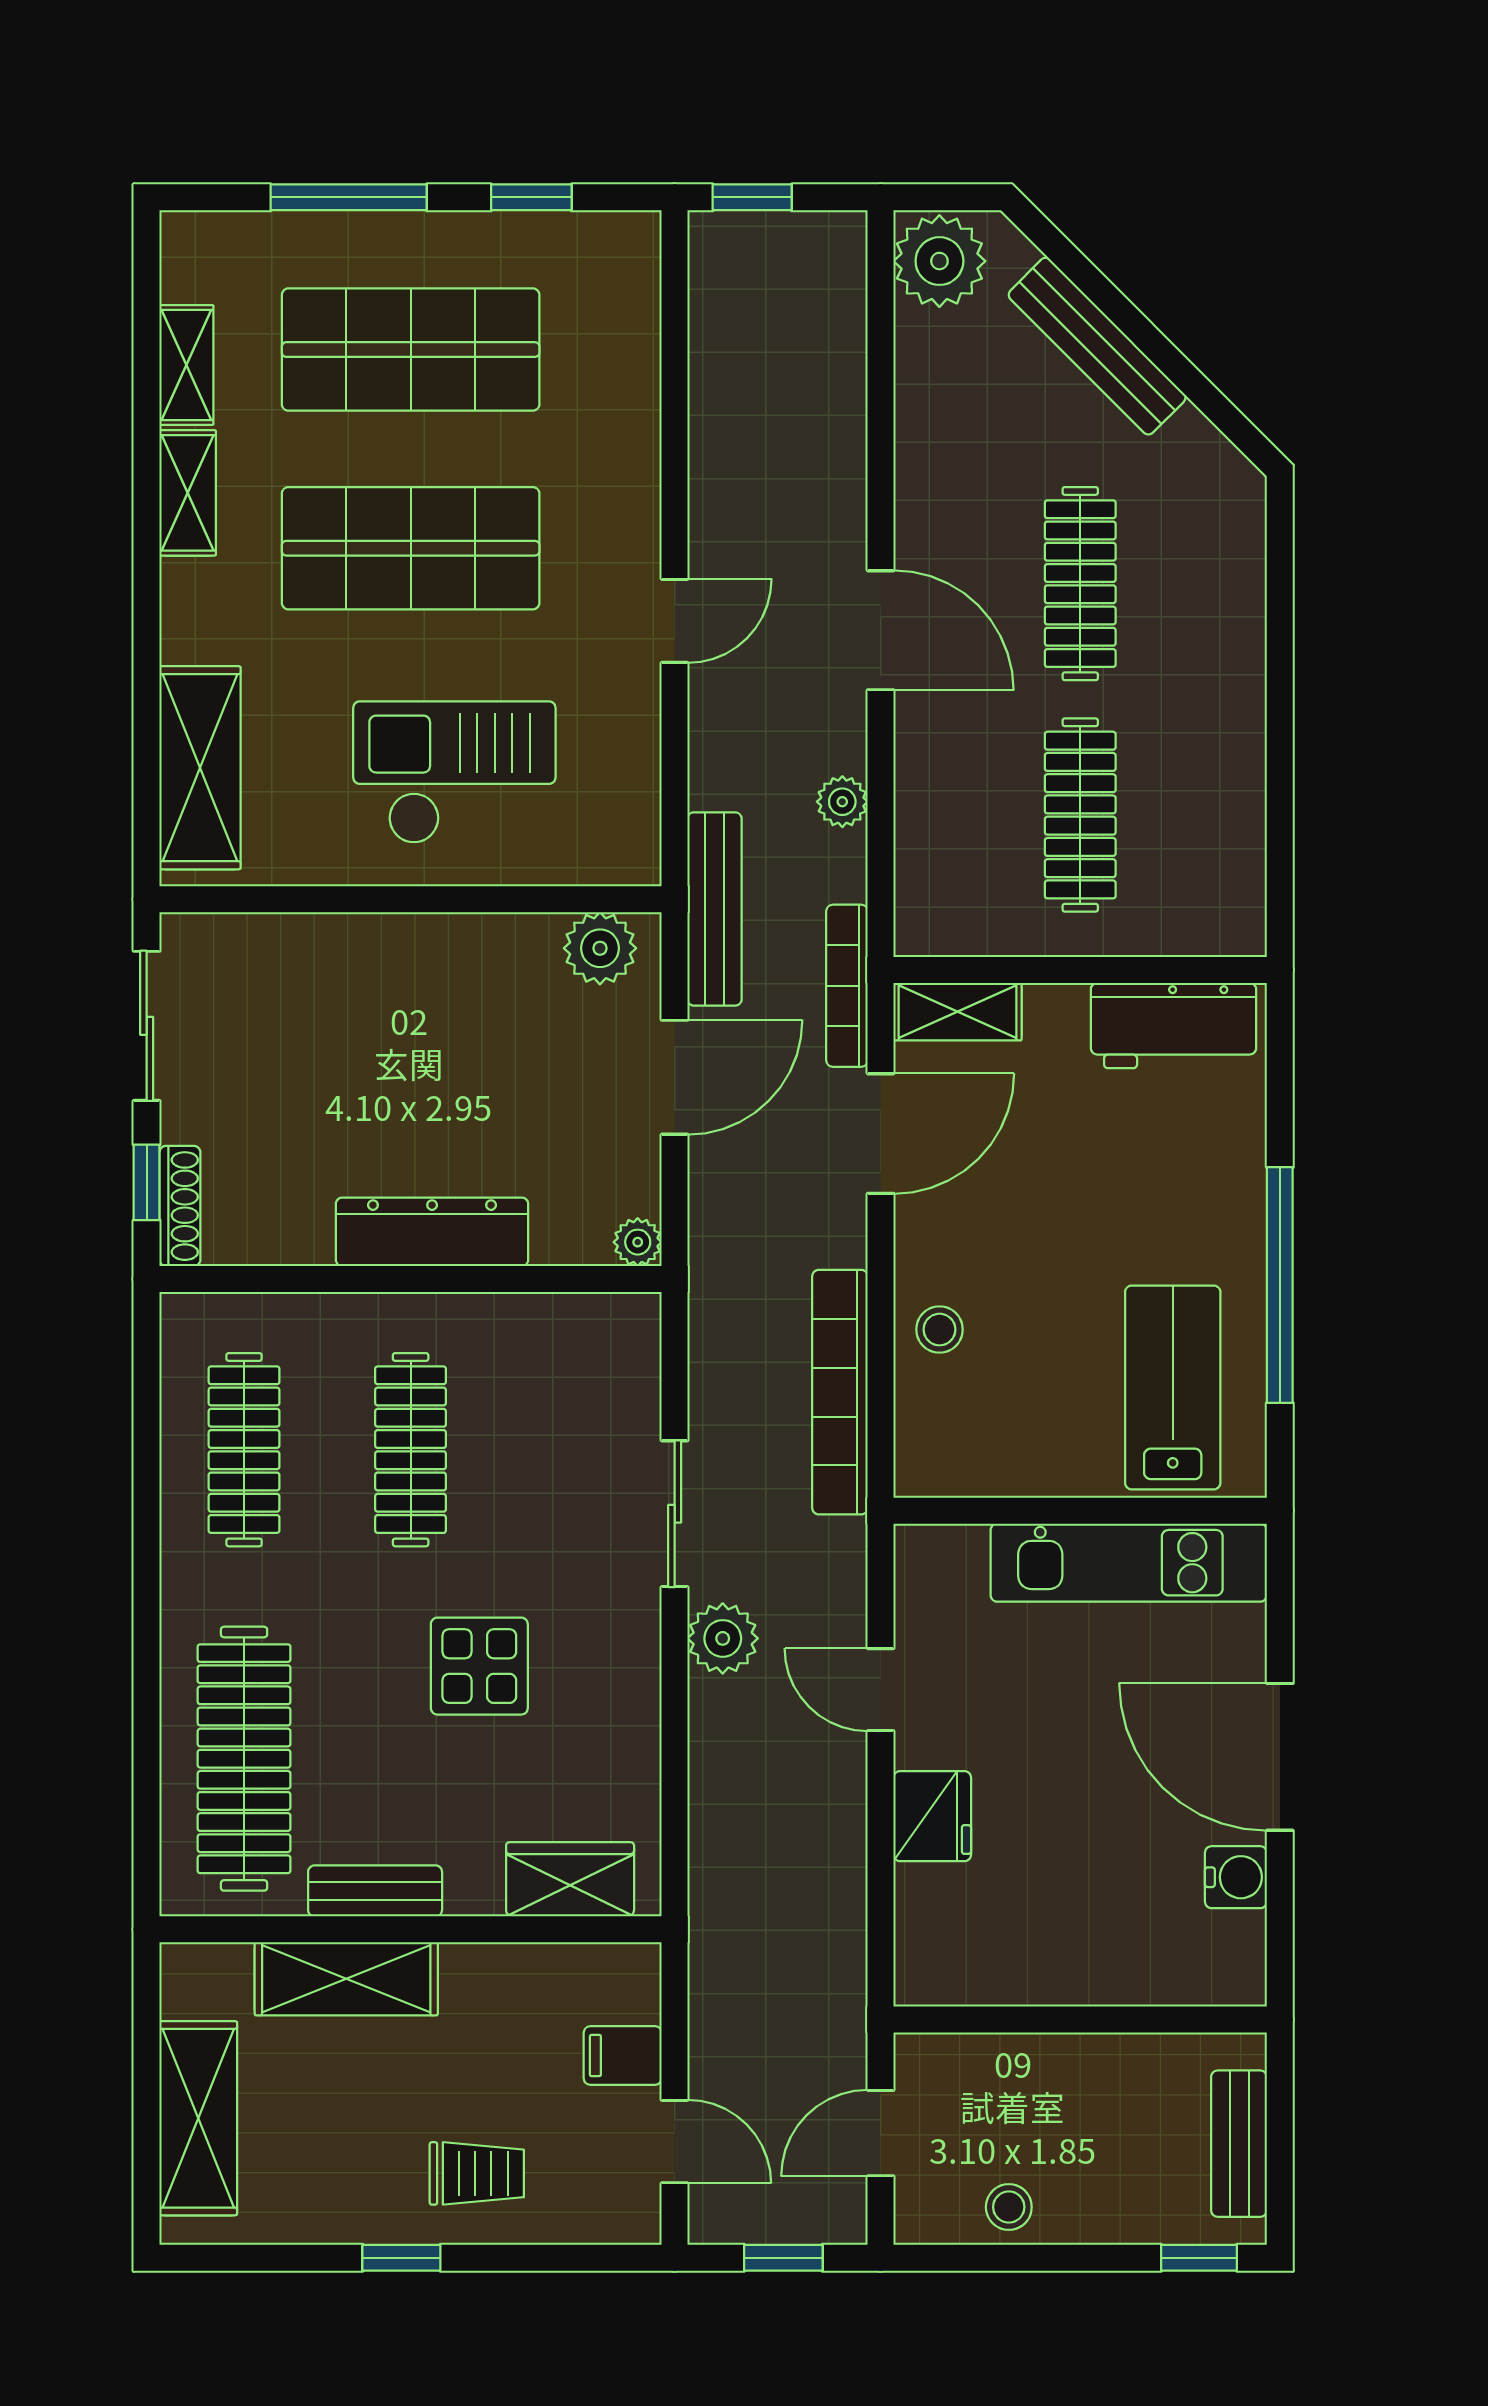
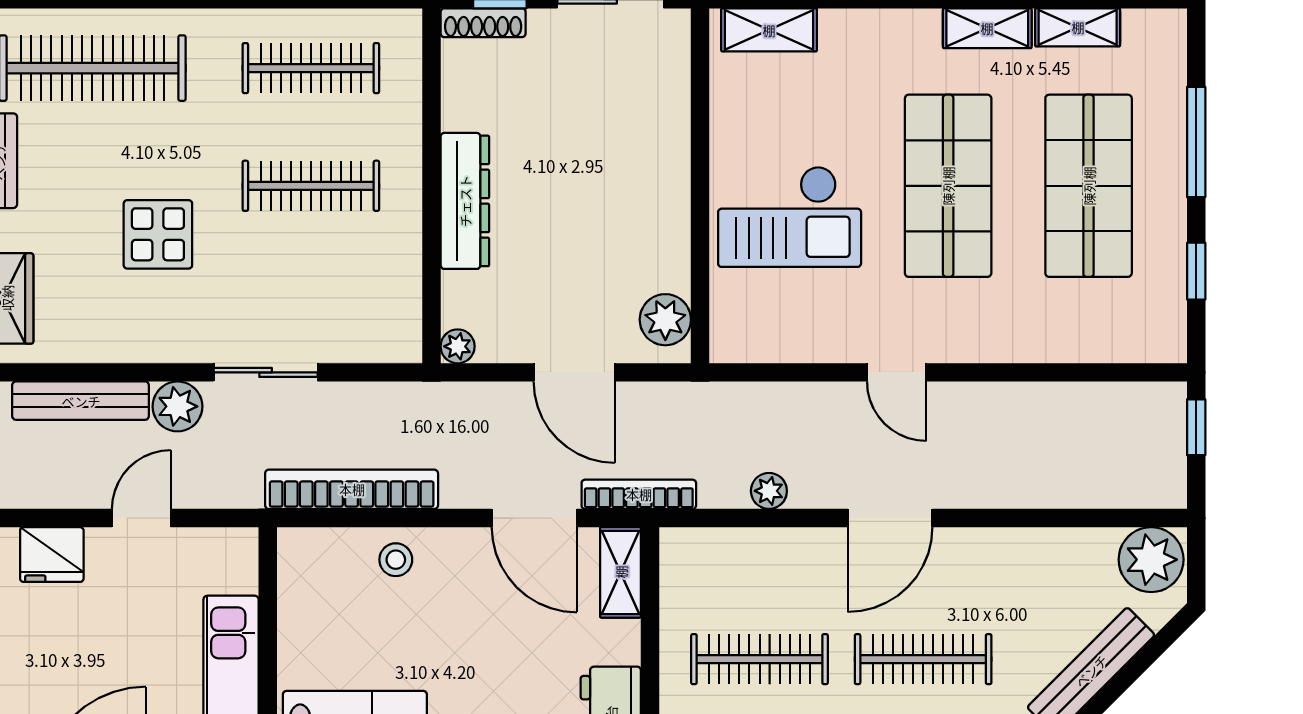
shelving: (200, 768) -> (769, 30), width x0.67, depth x0.75
checkout: (454, 773) -> (790, 217), turned 90
bench: (715, 909) -> (81, 401), moved

